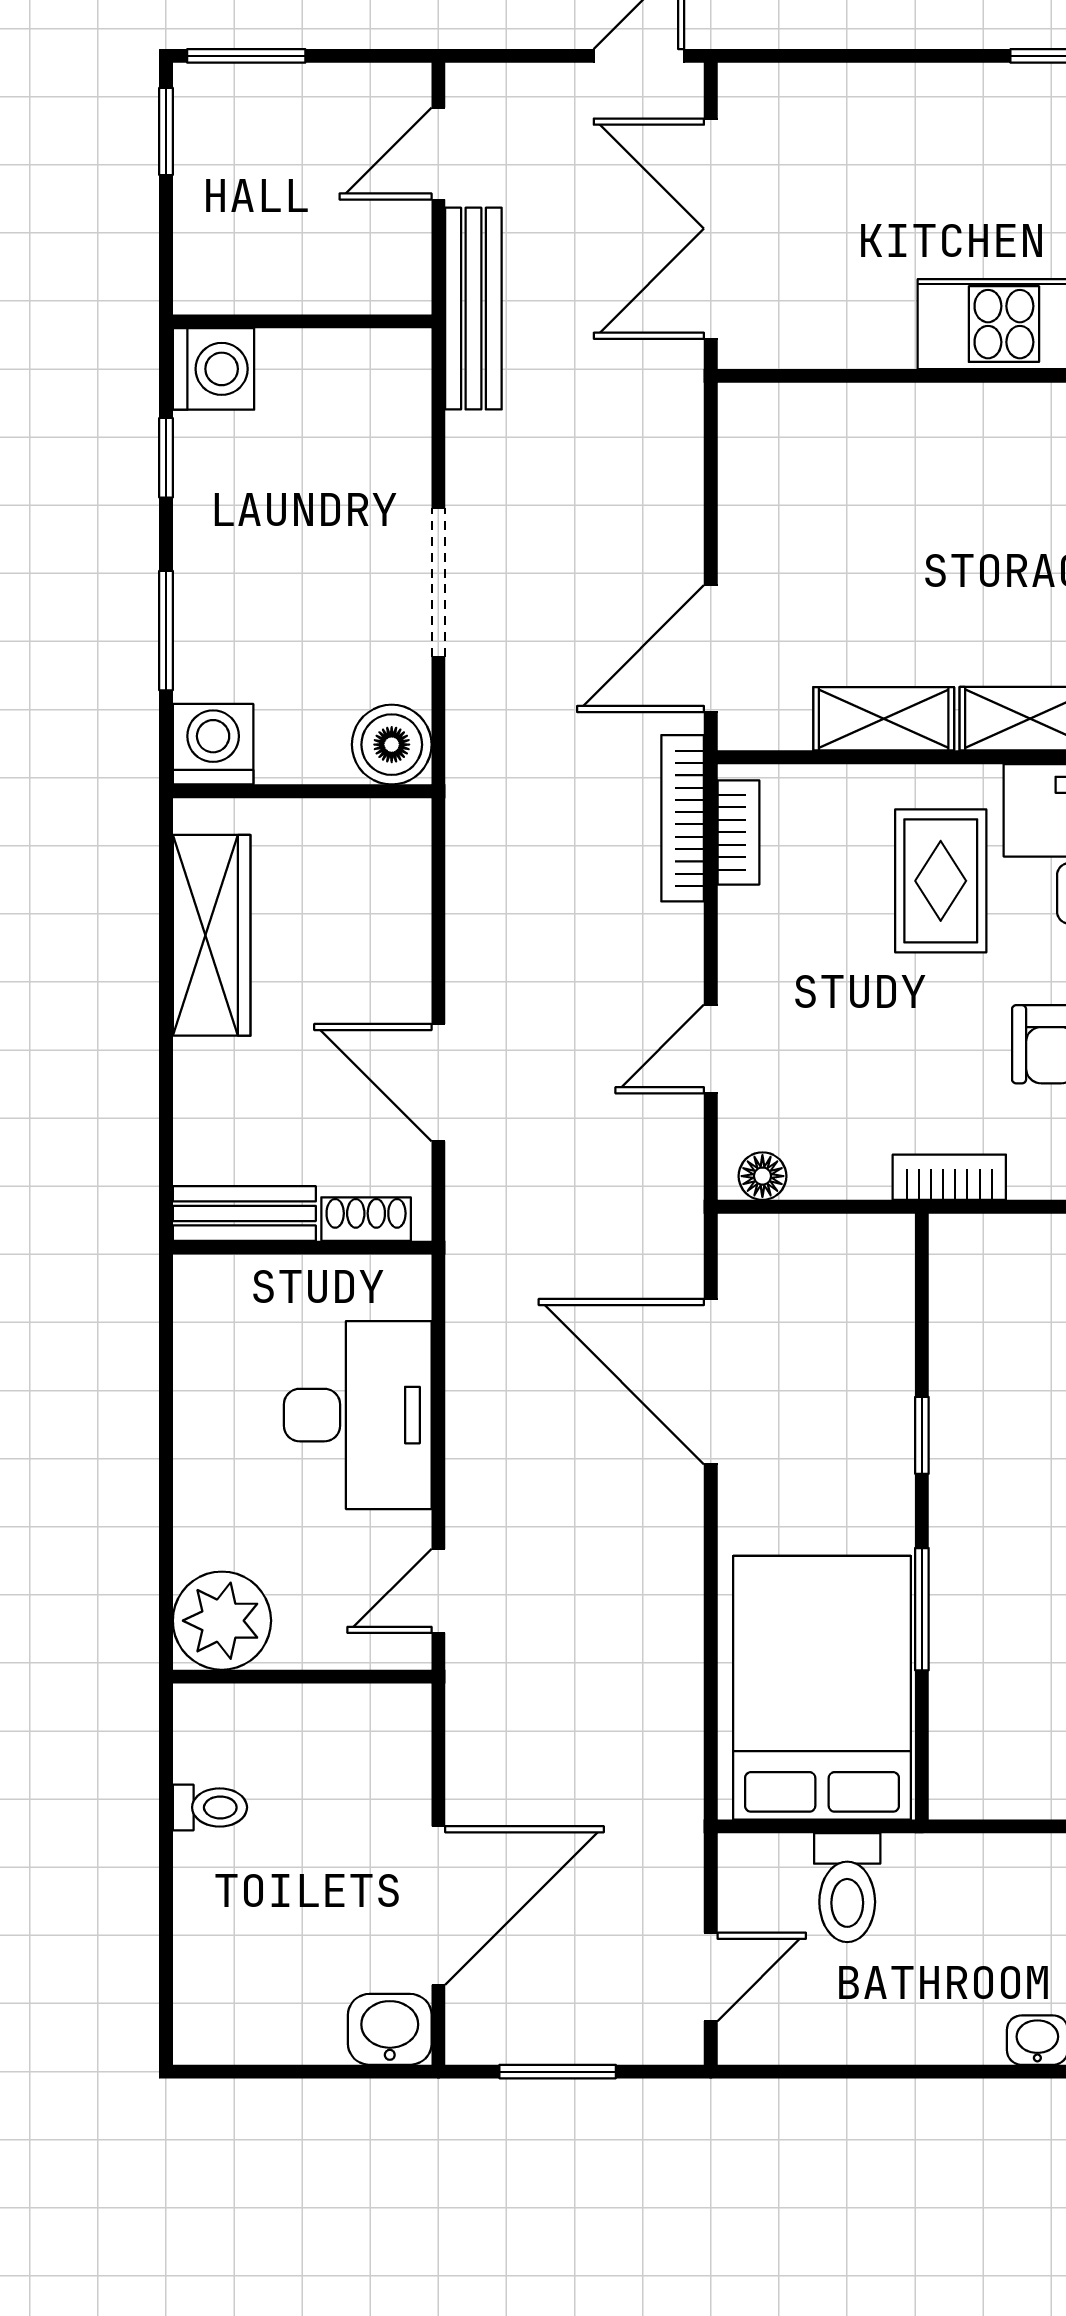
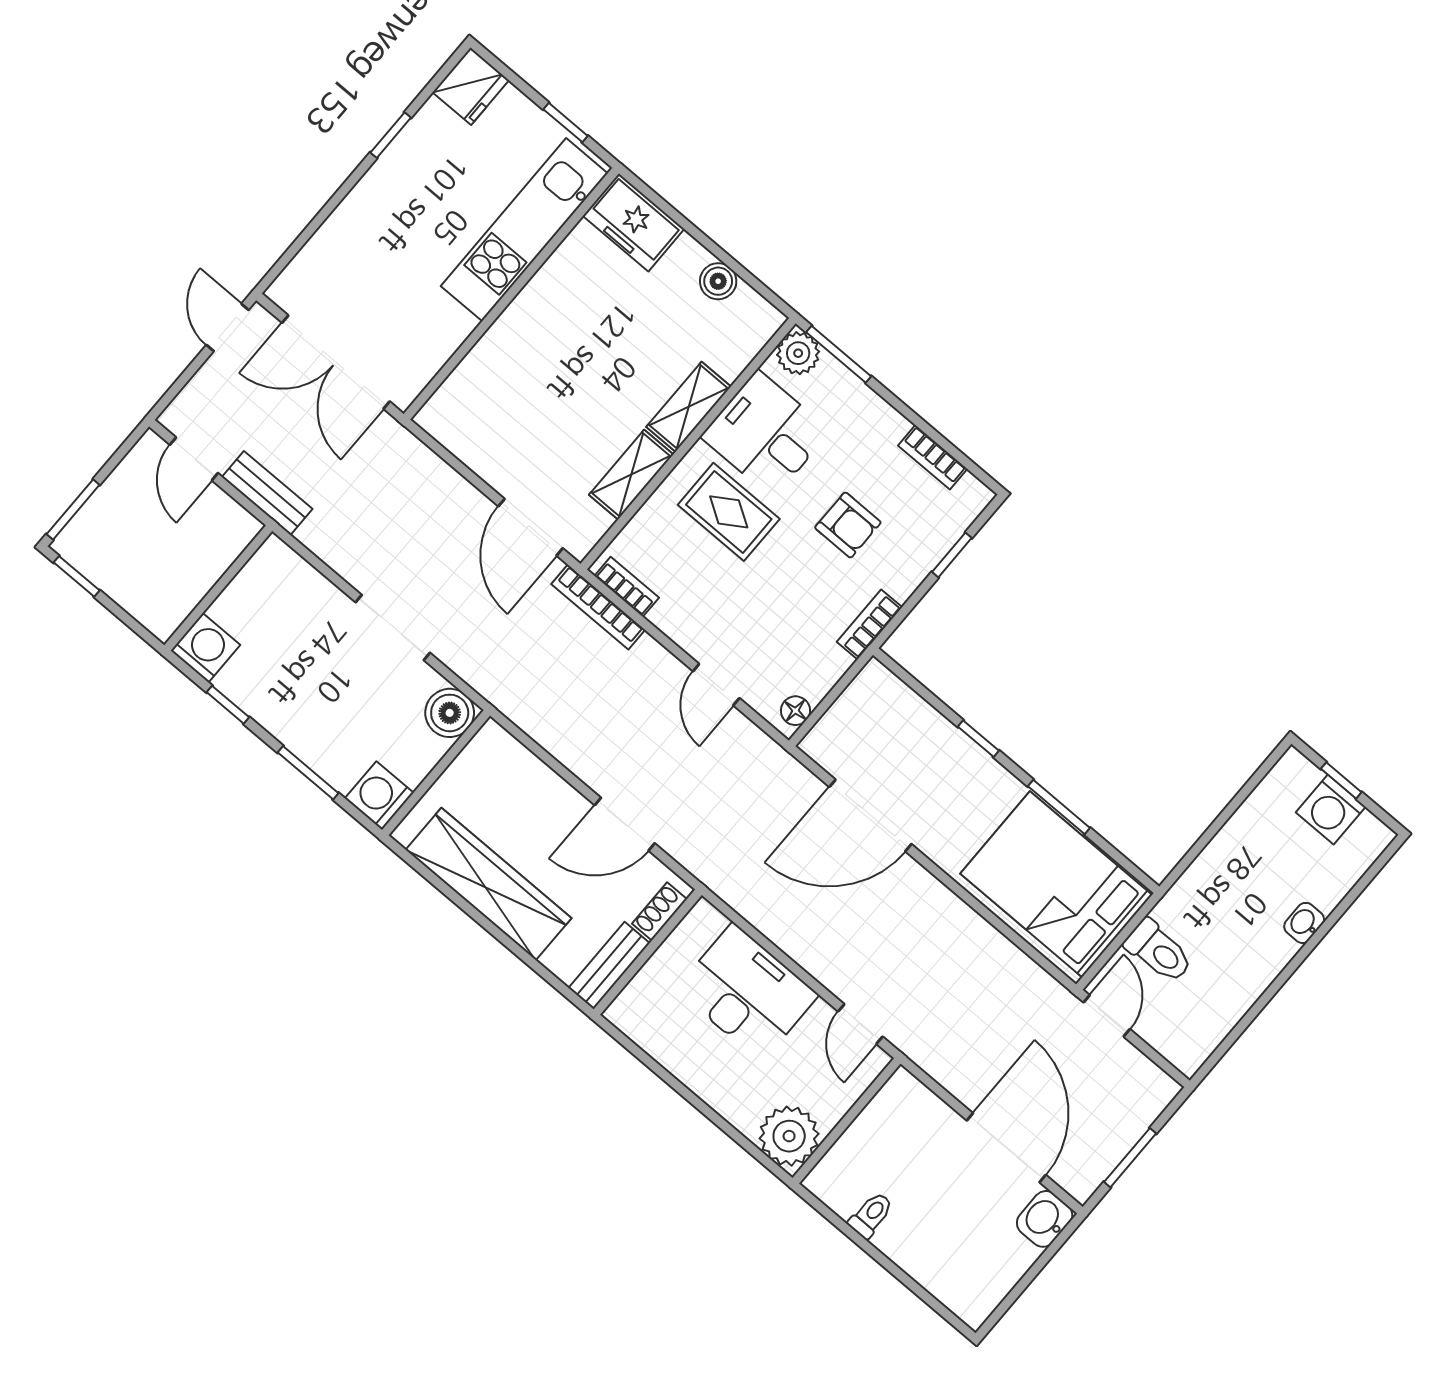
bench: (473, 309) -> (267, 493), width x0.73
wardrobe: (212, 935) -> (488, 884), width x1.40, depth x1.17
door: (711, 1977) -> (1107, 1016), moved

